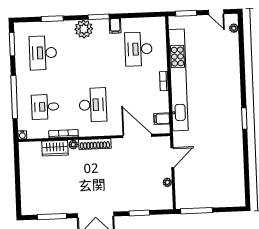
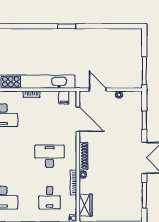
door: (137, 136) -> (78, 119), swing flipped
wardrobe: (55, 148) -> (86, 205), moved

